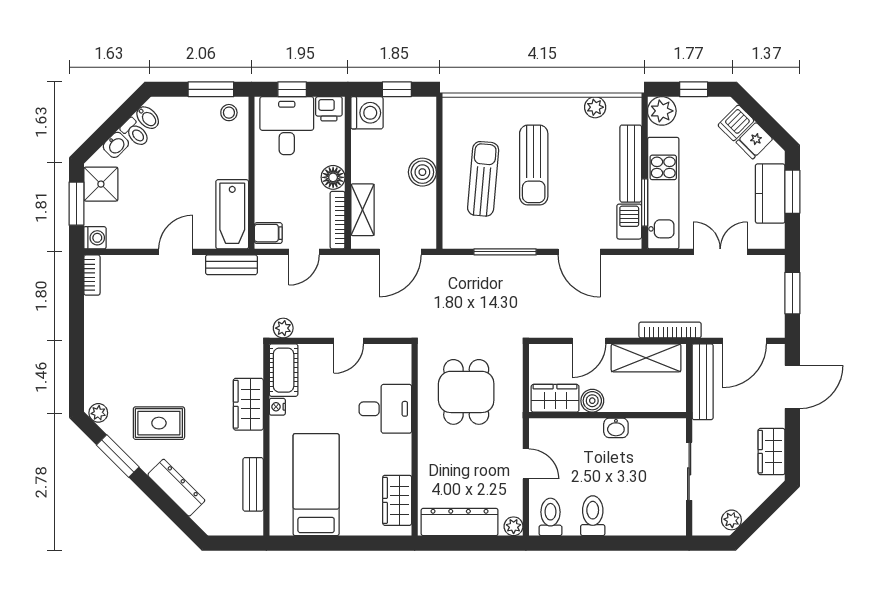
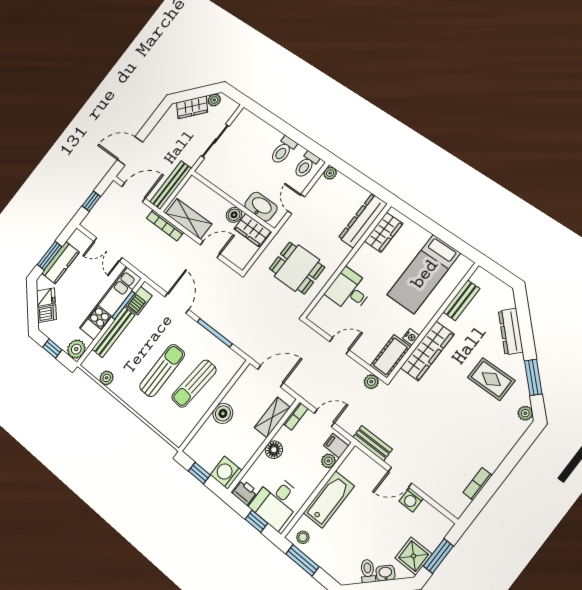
bidet: (148, 118) -> (353, 574), removed
plant: (264, 211) -> (328, 461), added
bathtub: (232, 214) -> (329, 499), moved
bookcase: (338, 220) -> (296, 416), width x0.64
washing machine: (95, 238) -> (411, 500), moved, turned -90
bookcase: (92, 275) -> (478, 484), moved
window: (792, 293) -> (91, 201), width x0.67
dining table: (466, 392) -> (297, 268), turned 90
wardrobe: (248, 404) -> (427, 351), width x1.50
washbasin: (616, 428) -> (261, 207), moved, width x1.91, depth x1.45
wardrobe: (772, 452) -> (192, 107), moved, turned 45
dresser: (460, 522) -> (363, 221), moved, turned 90

